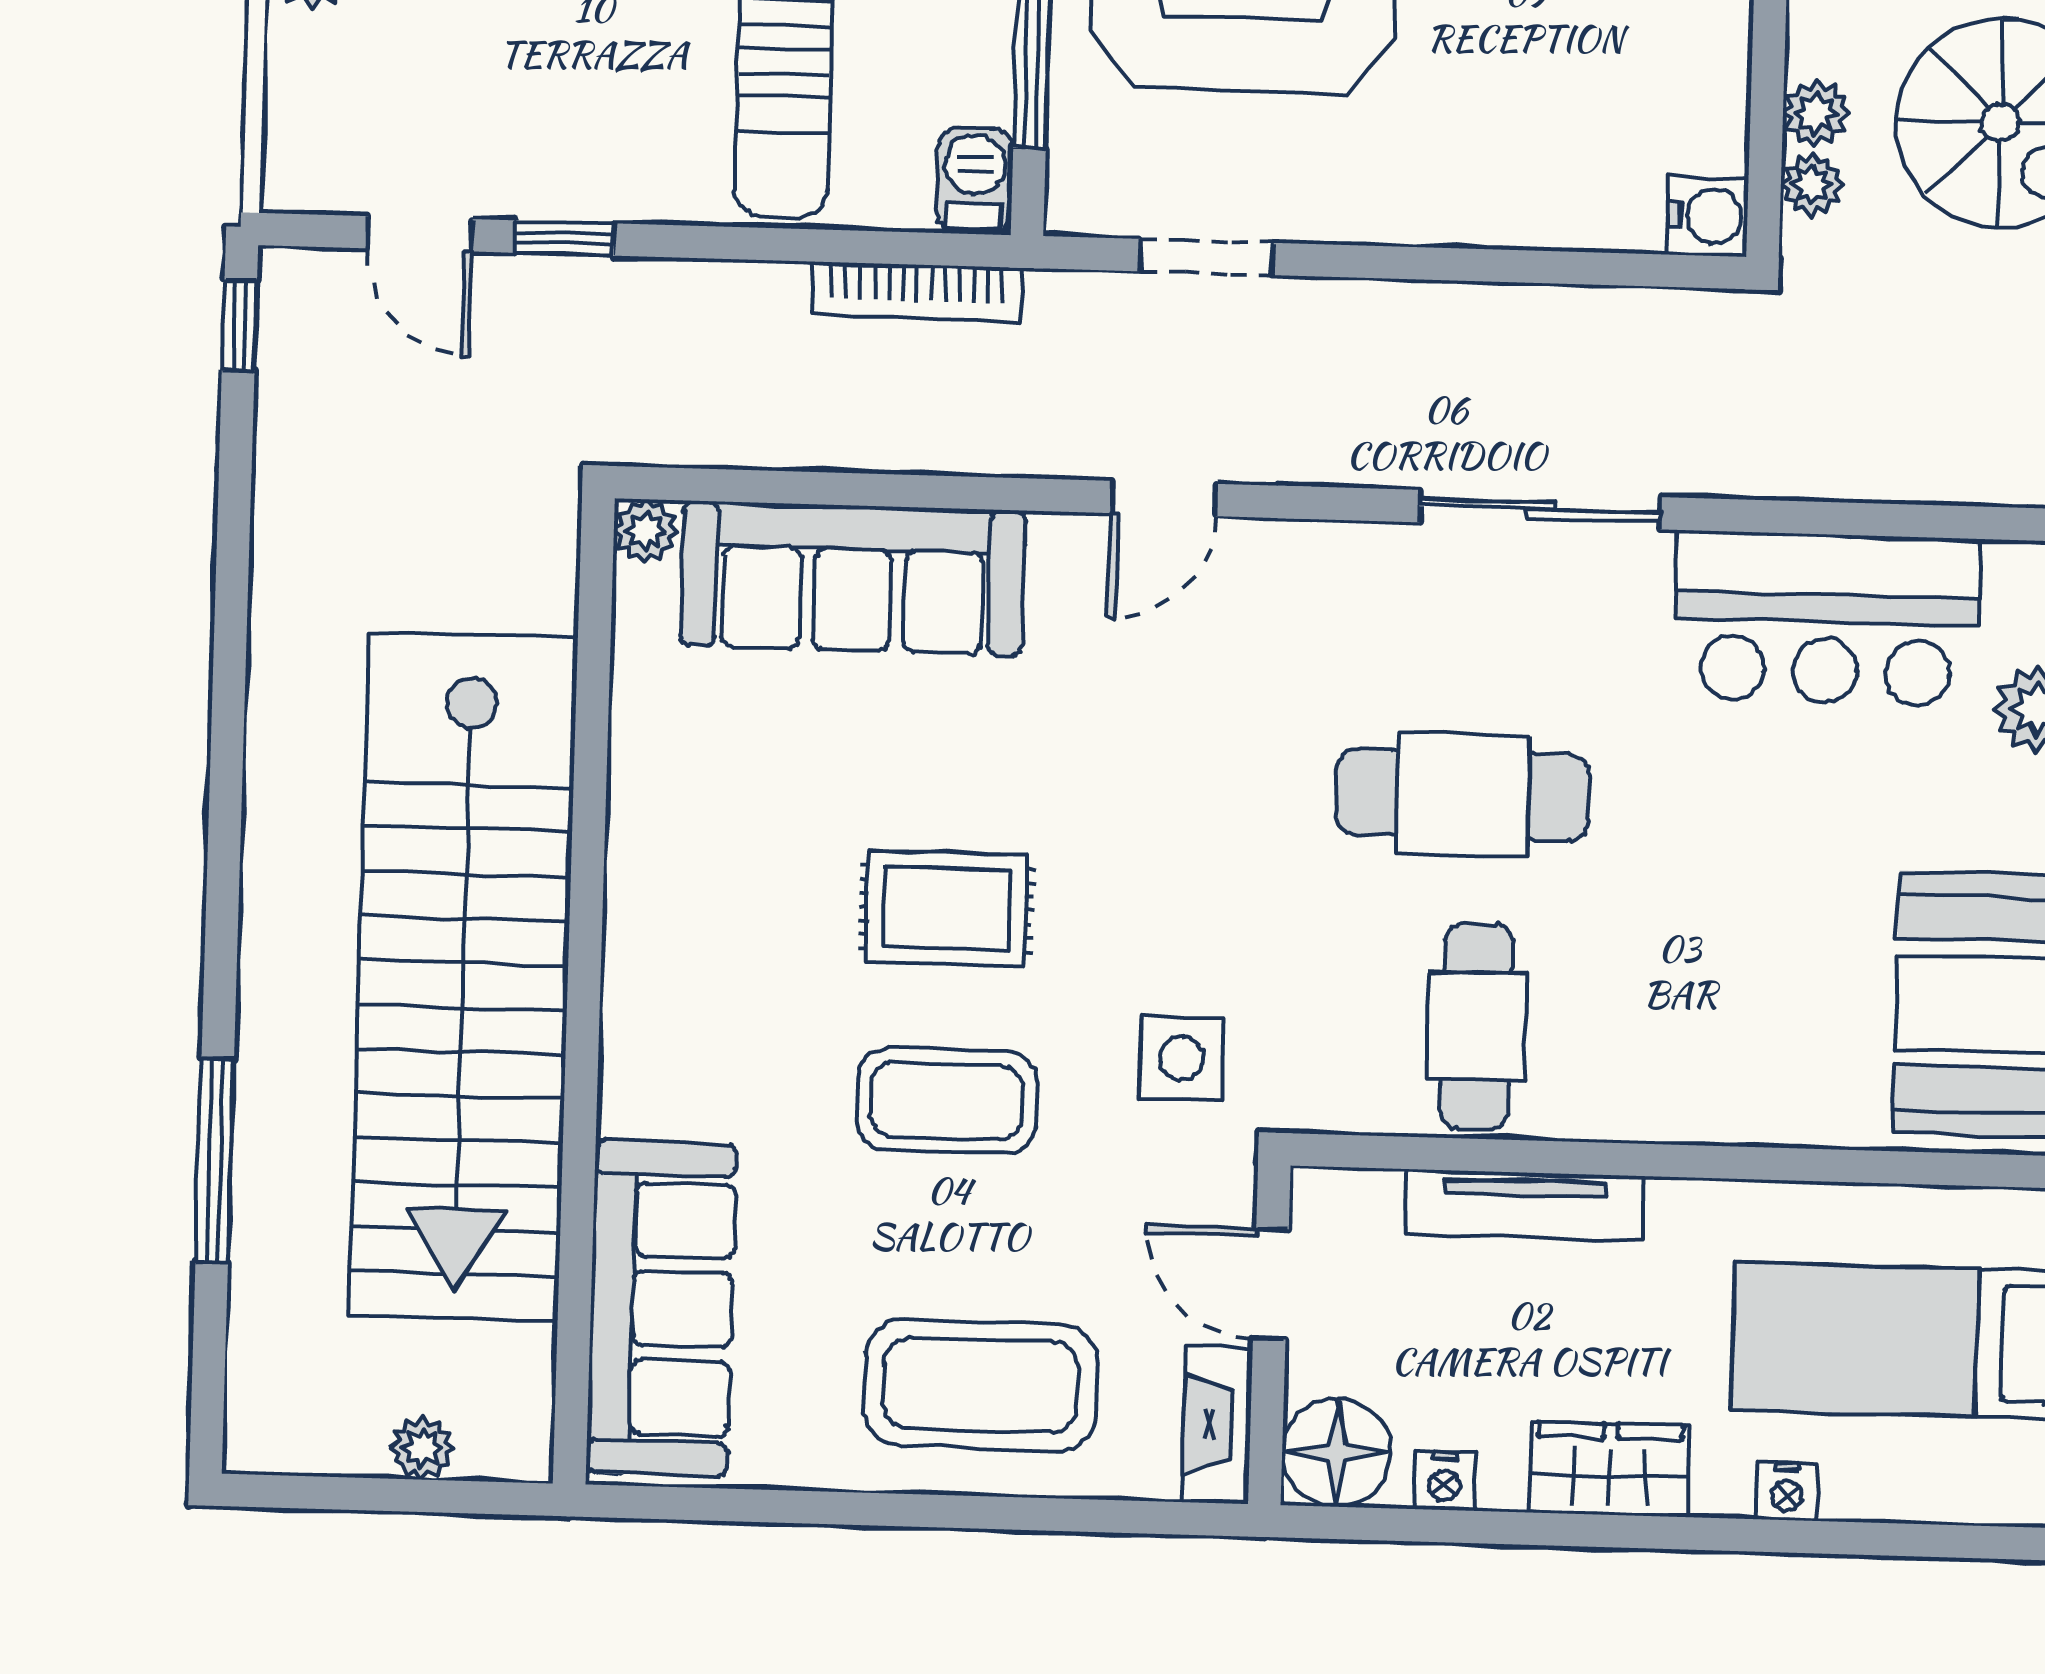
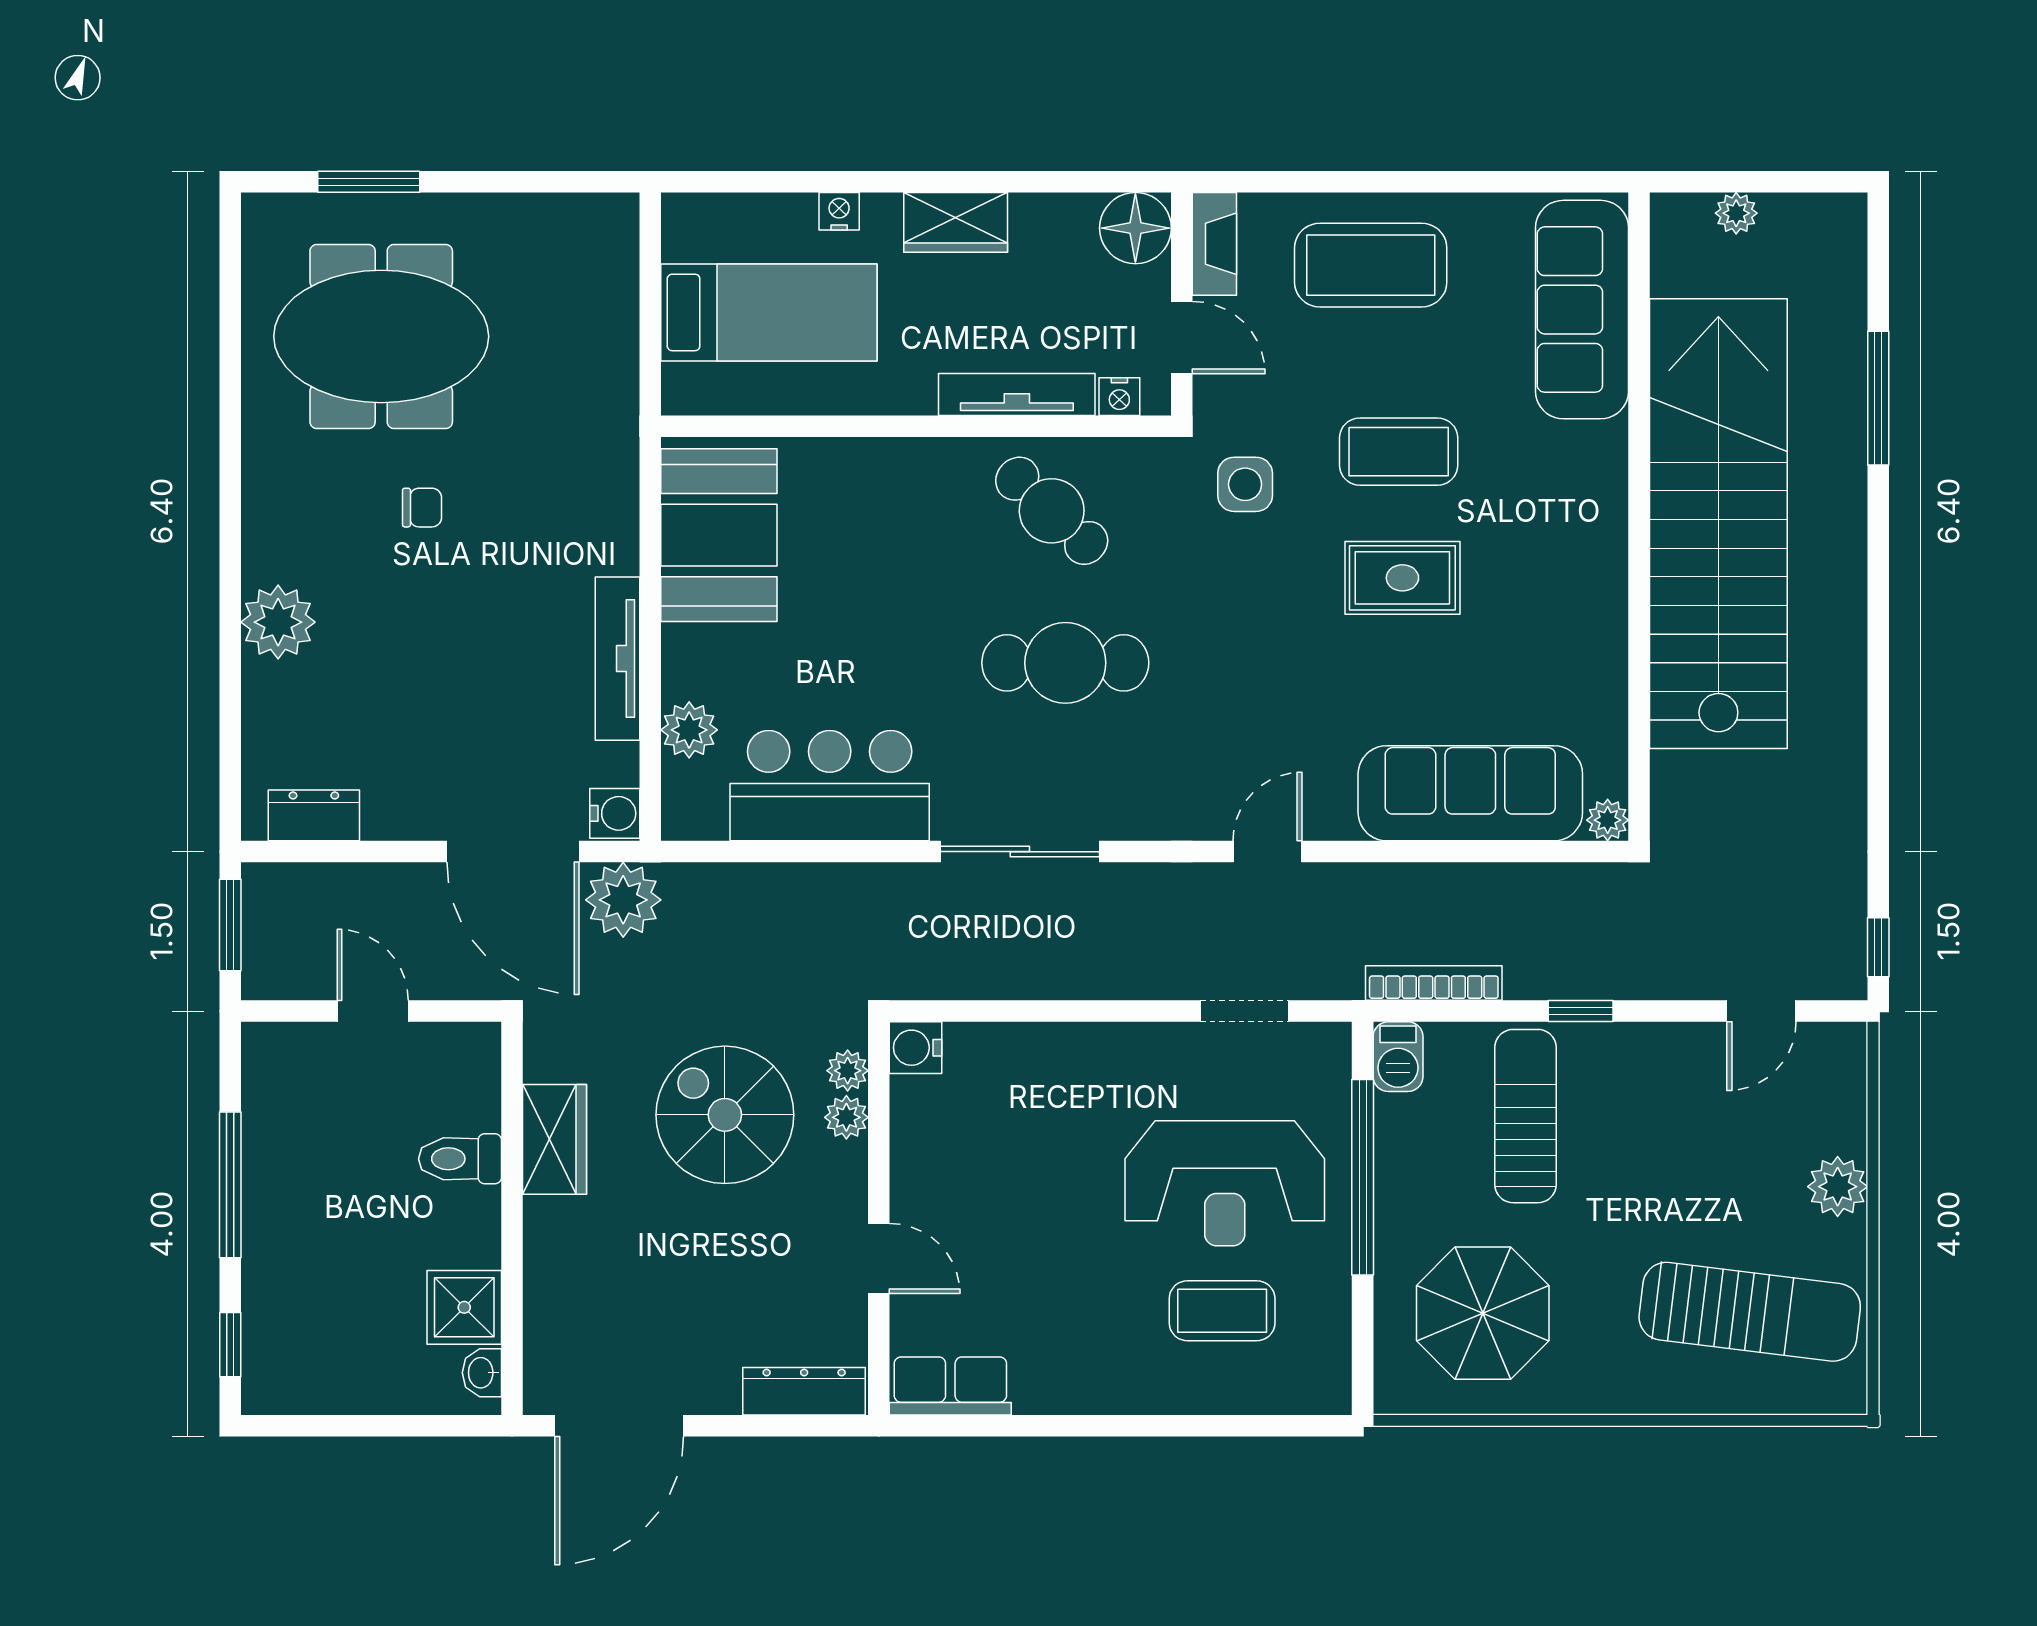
door: (420, 234) -> (1761, 1011), swing flipped
window: (565, 238) -> (1581, 1011), moved
cafe table: (1477, 1026) -> (1052, 511), turned -47
nightstand: (1444, 1481) -> (1119, 397), moved, turned 180

